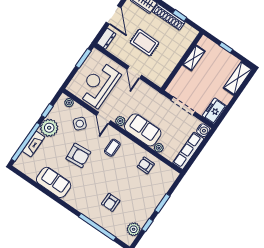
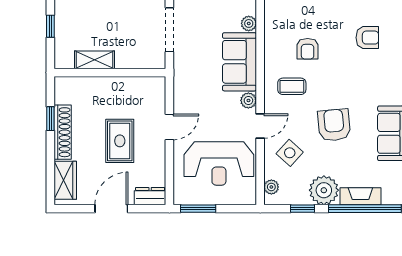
armchair: (146, 165) -> (308, 49), moved

